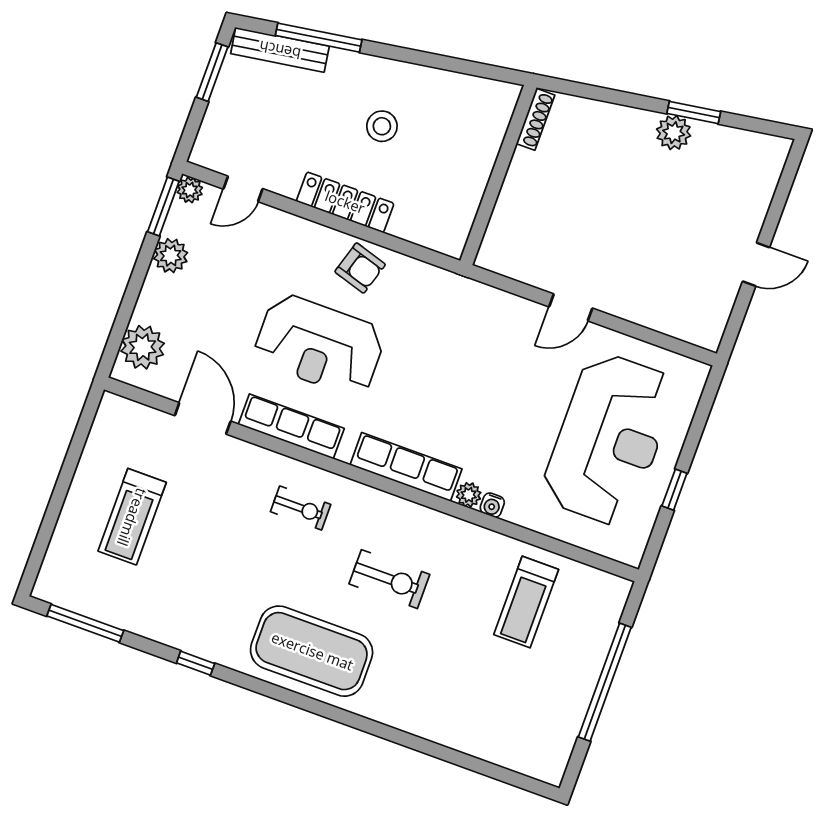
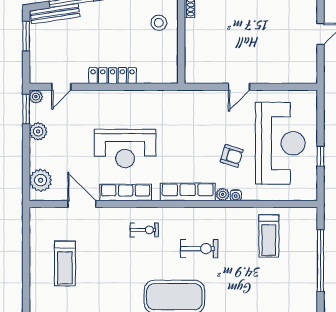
stool: (382, 126) -> (159, 23), moved
armchair: (360, 268) -> (232, 156), moved

